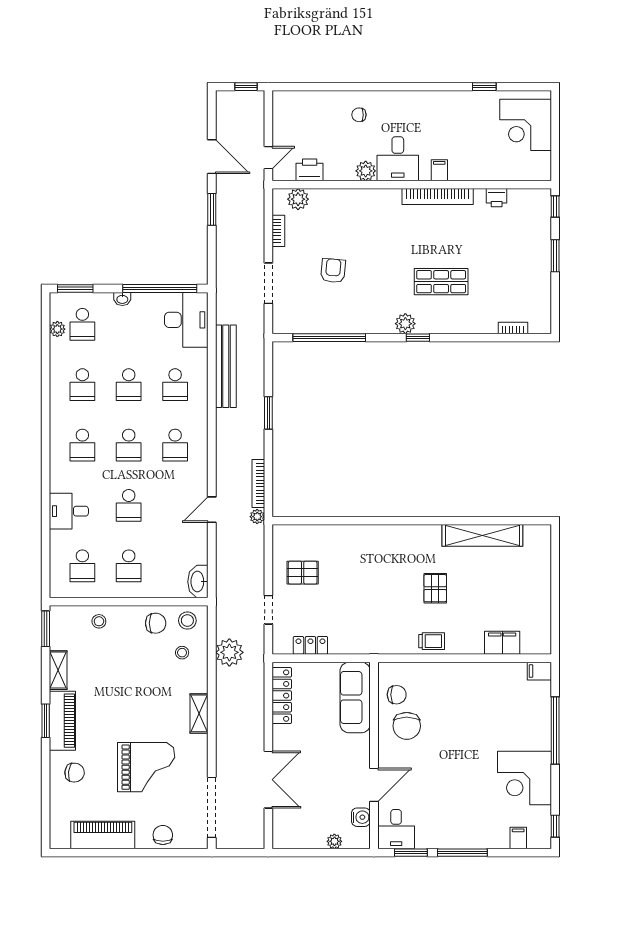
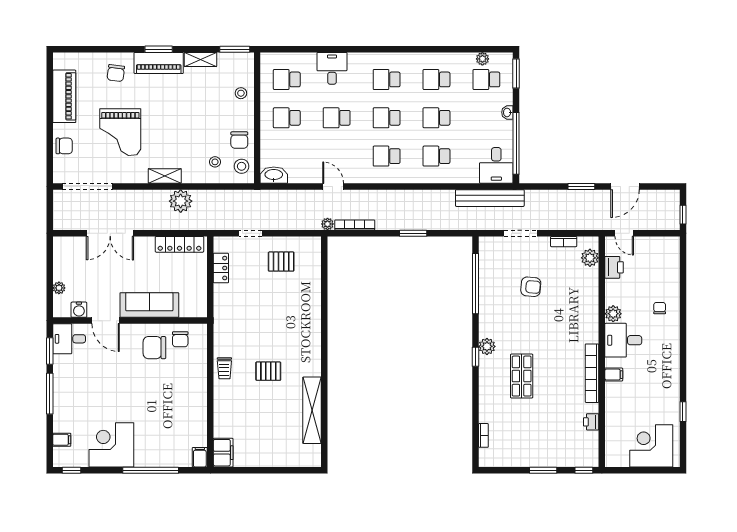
desk: (186, 320) -> (496, 165), width x0.73
bench: (226, 366) -> (490, 198), moved
pallet: (303, 573) -> (281, 262), turned 90
filing cabinet: (502, 643) -> (223, 453), moved
plant: (229, 652) -> (181, 201), moved
sofa: (355, 697) -> (149, 305), moved

